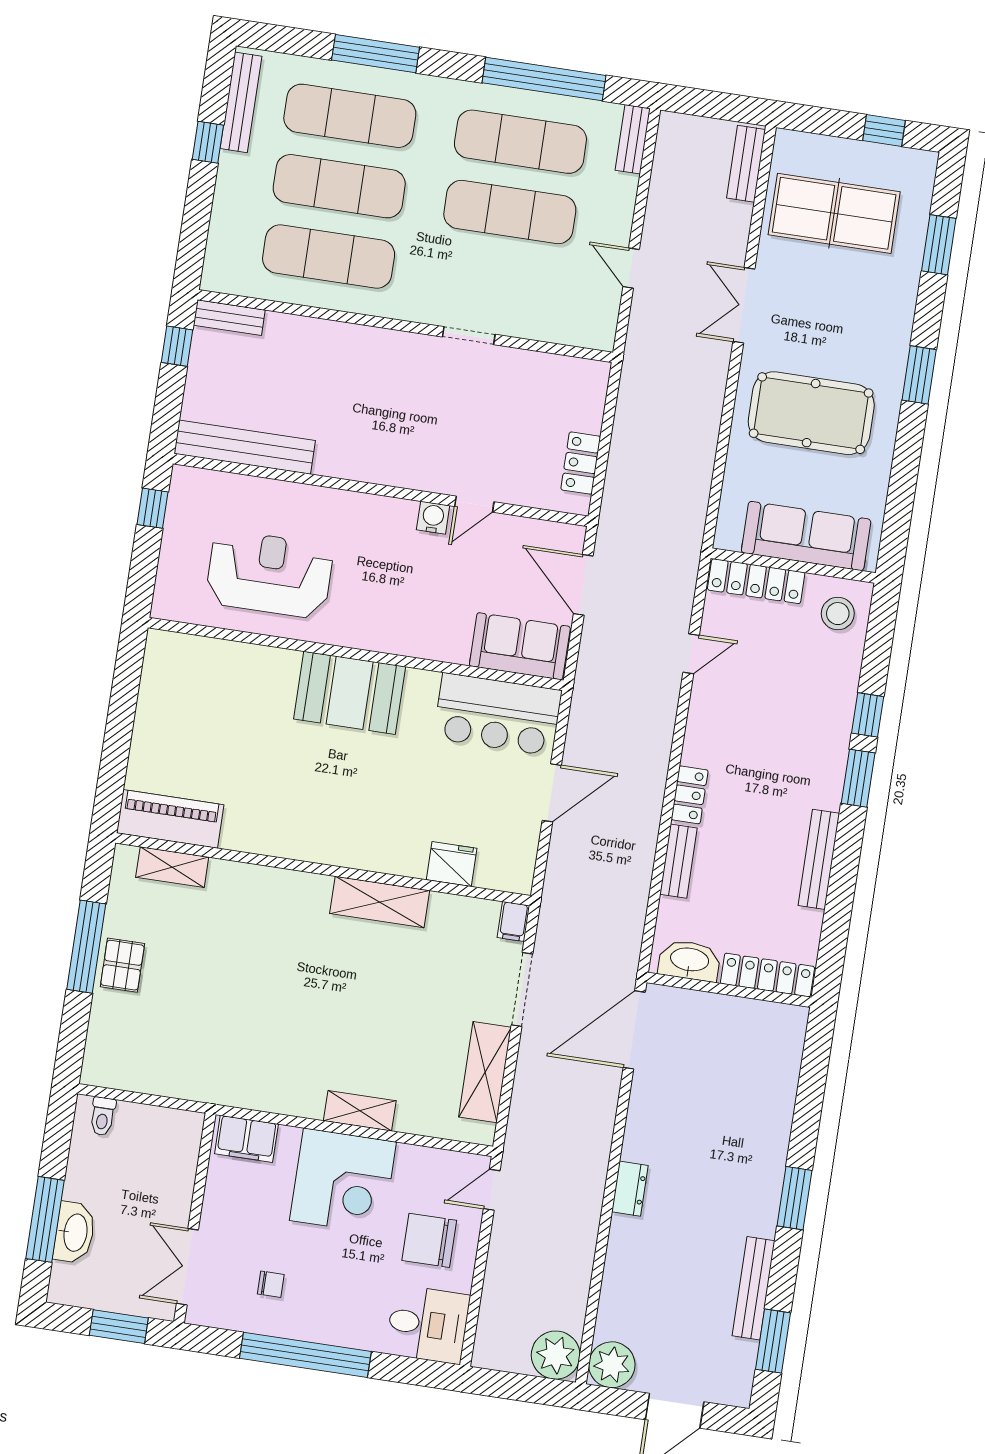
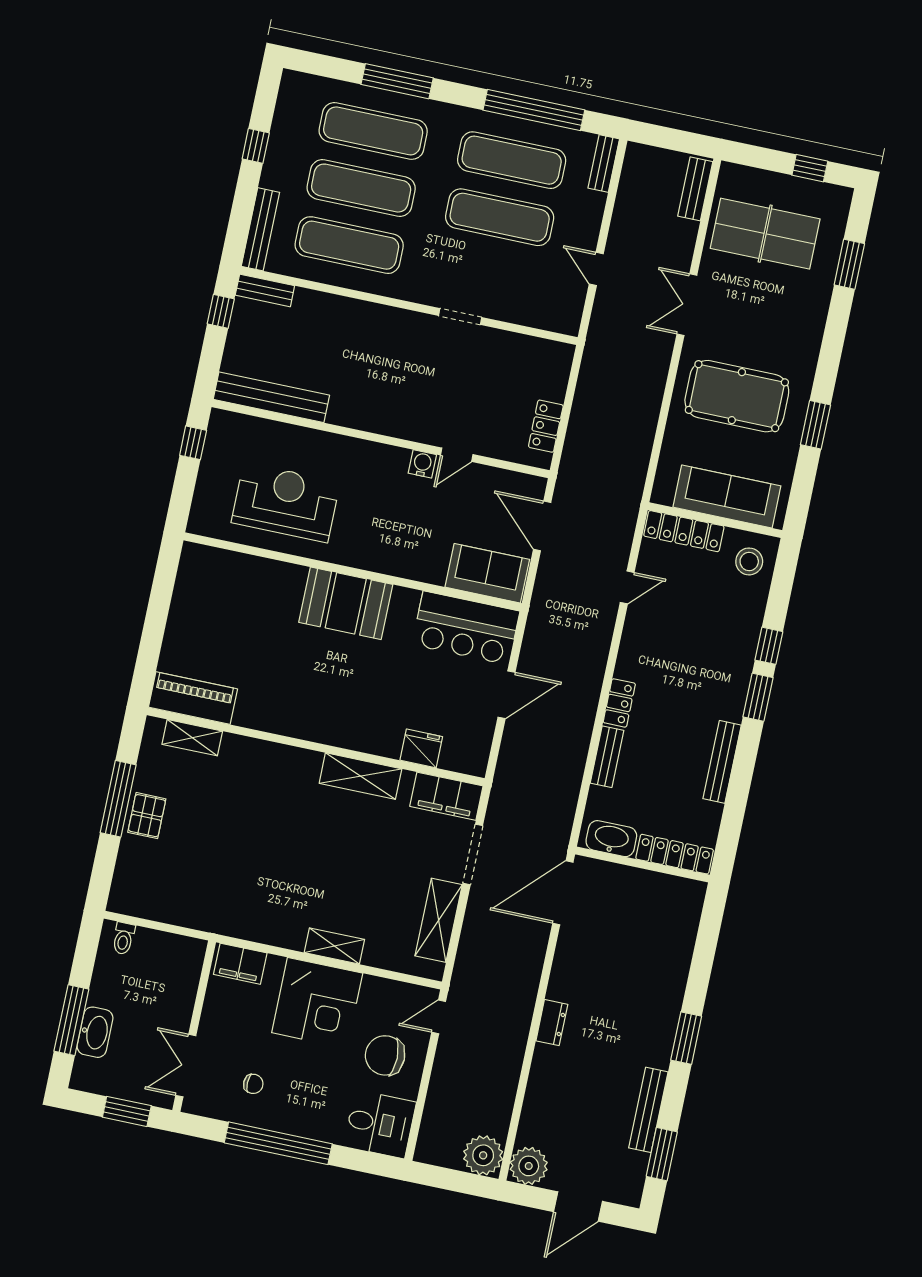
bench: (241, 102) -> (260, 229), moved
window: (919, 375) -> (815, 425), moved
filing cabinet: (513, 922) -> (446, 796), width x3.00, depth x1.17

